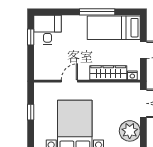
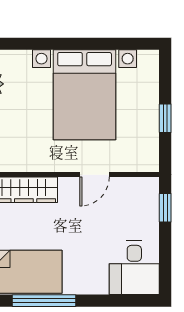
window: (31, 37) -> (165, 208), moved

